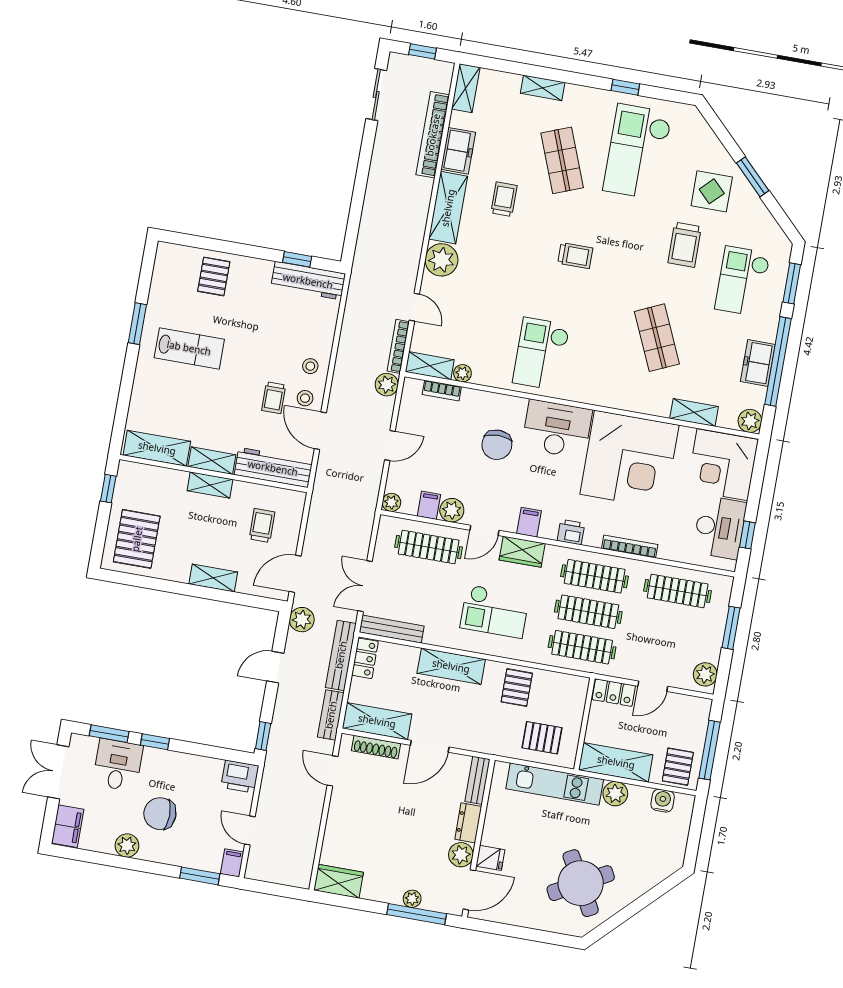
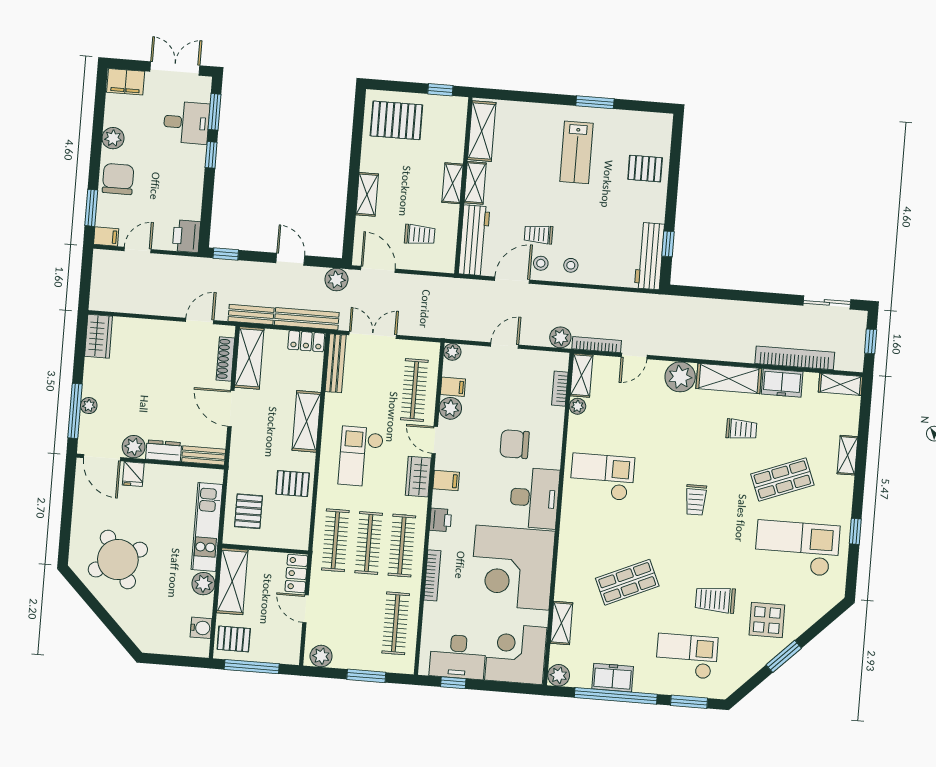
door: (390, 445) -> (505, 346), swing flipped
chair: (160, 814) -> (118, 179), moved

